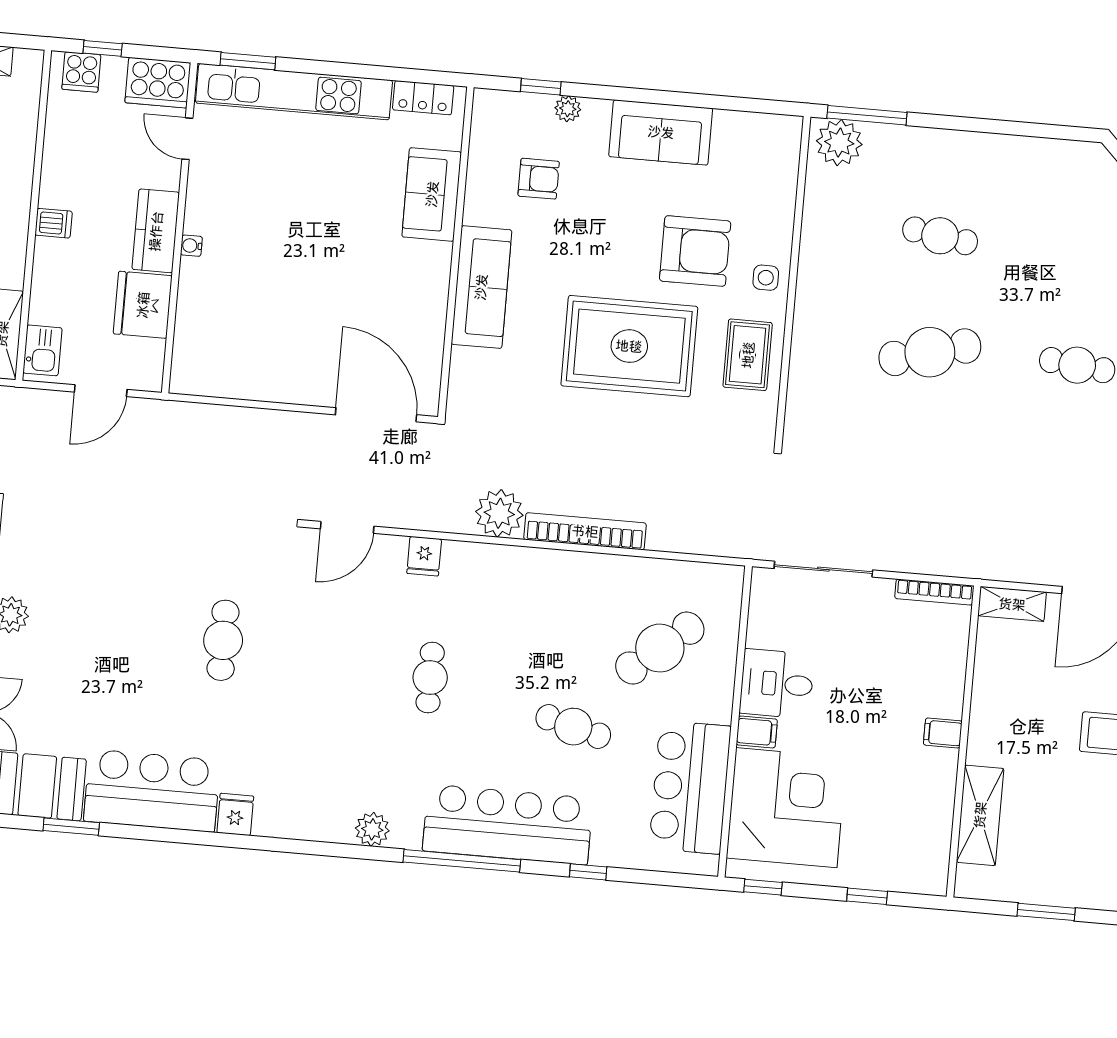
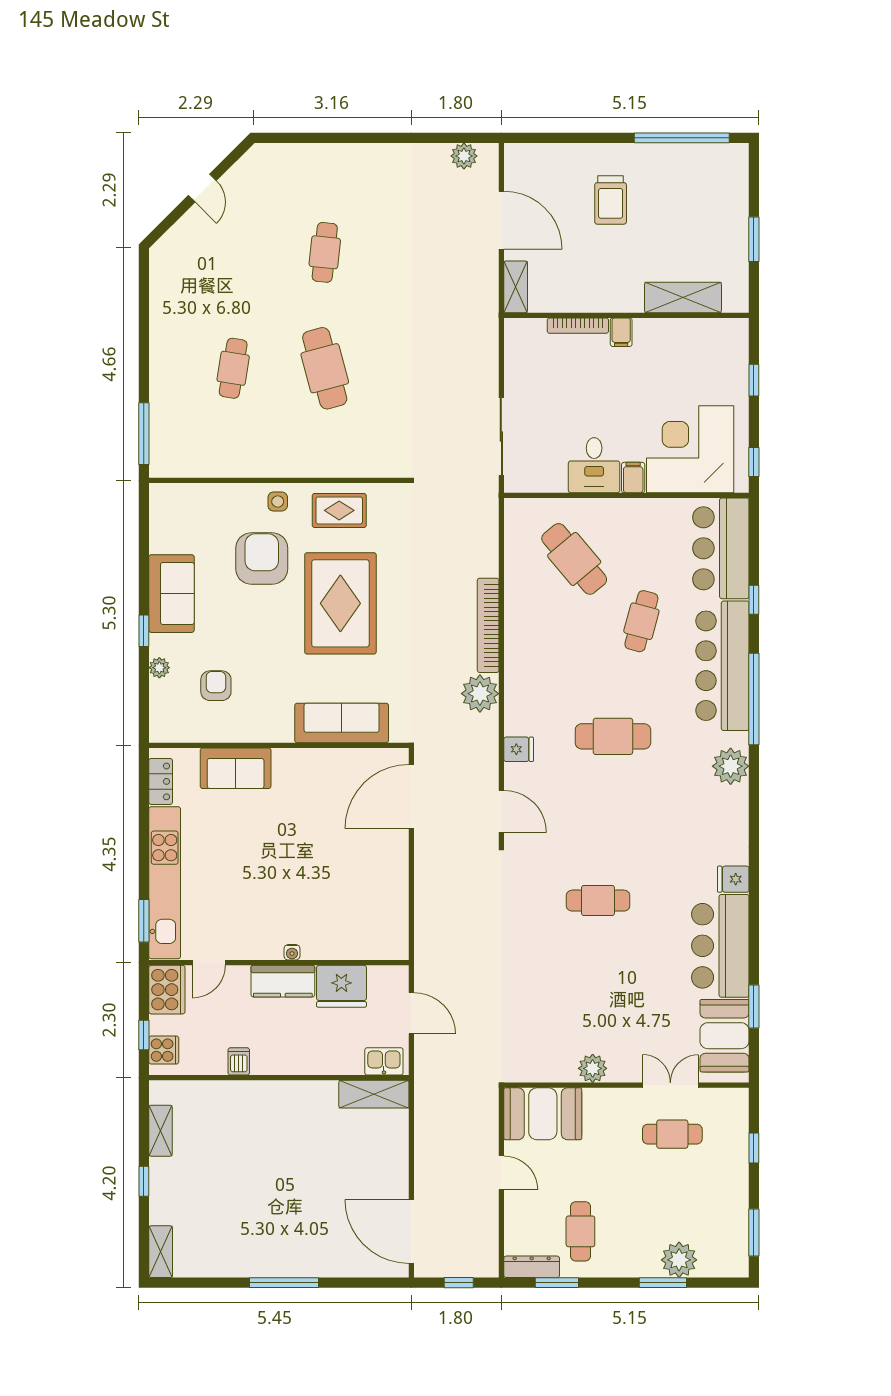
window: (541, 87) -> (144, 631), moved
plant: (839, 143) -> (167, 453), removed
dishwasher: (54, 223) -> (239, 1061), moved
sofa: (481, 287) -> (342, 723), moved
bookcase: (934, 592) -> (578, 326), moved, turned 90
cafe table: (430, 678) -> (613, 736), width x1.37, depth x1.35
bar counter: (690, 787) -> (721, 548), moved, turned 90
plant: (372, 829) -> (731, 766), width x1.36, depth x1.36

